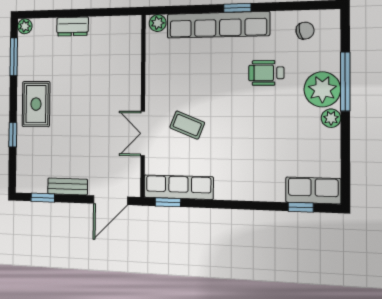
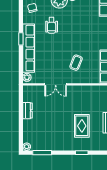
dresser: (72, 27) -> (27, 111), moved
rug: (36, 104) -> (82, 126), moved, turned 90
double door: (143, 134) -> (56, 84), moved

